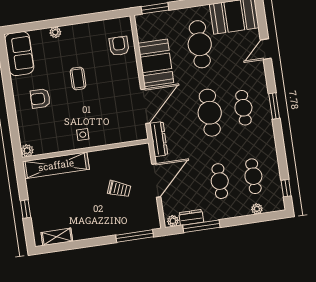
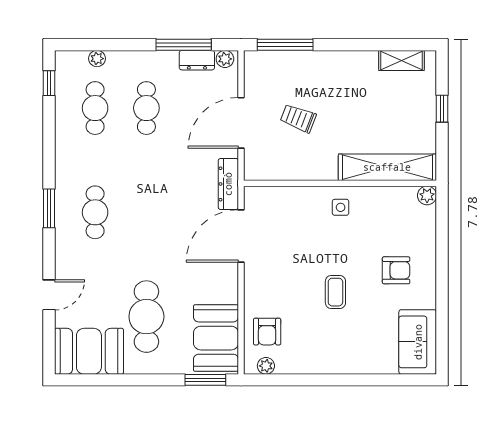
plant: (55, 32) -> (266, 366), moved
booth: (156, 63) -> (216, 338), moved
cafe table: (210, 113) -> (146, 212), removed

